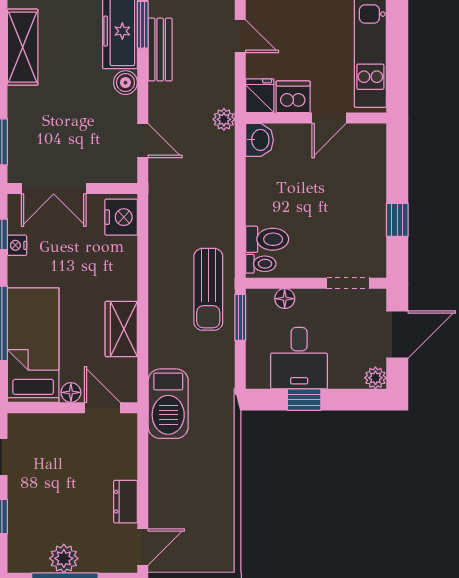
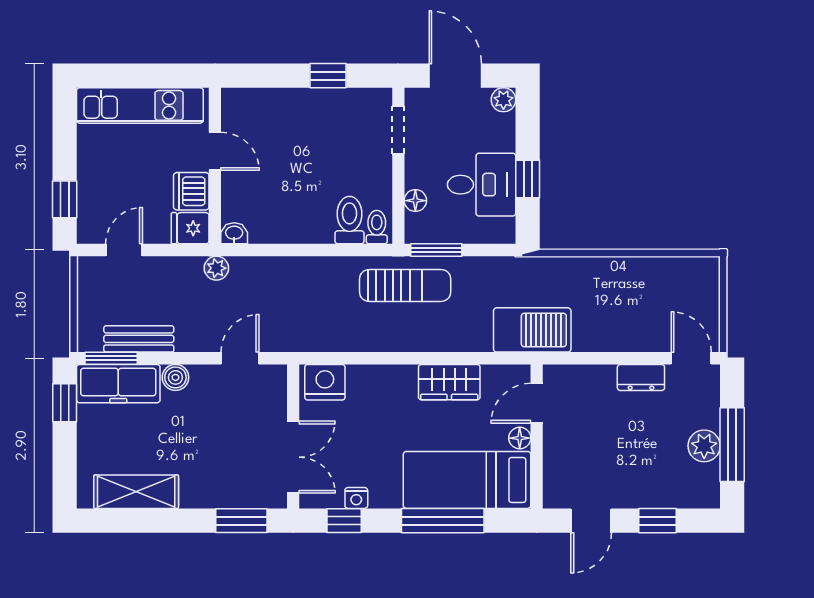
washbasin: (260, 140) -> (234, 233), width x0.72, depth x0.69

